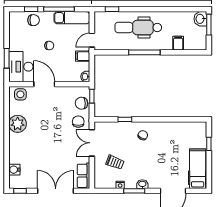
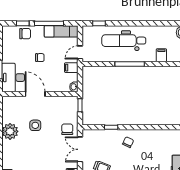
side table: (20, 94) -> (35, 125), moved
chair: (81, 103) -> (70, 112), removed

